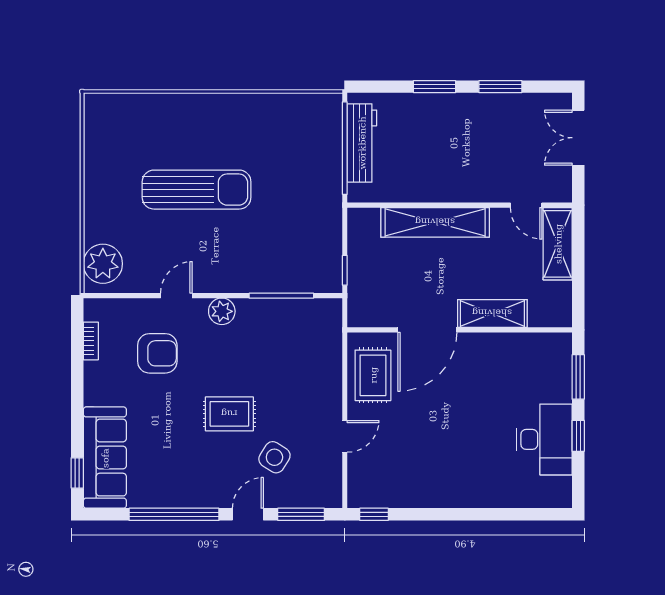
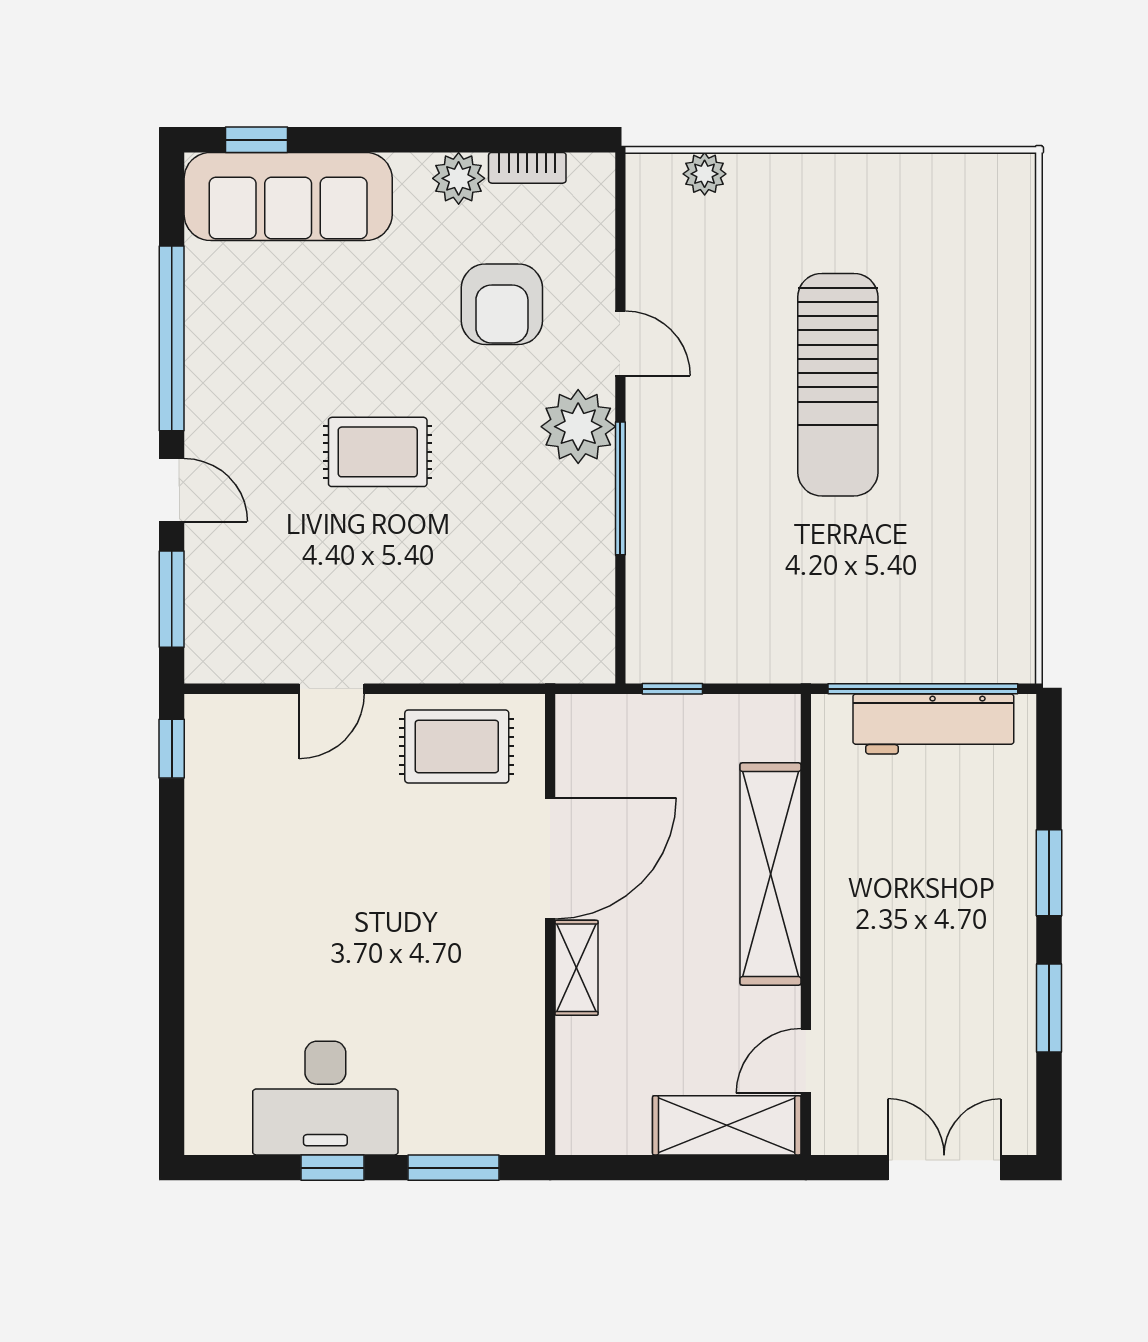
plant: (103, 264) -> (705, 174), width x0.53, depth x0.53
window: (281, 296) -> (620, 488), moved
plant: (222, 311) -> (578, 427), width x1.36, depth x1.36
shelving: (492, 313) -> (577, 968), width x0.67, depth x0.75
door: (427, 330) -> (550, 858), swing flipped
plant: (96, 374) -> (459, 178), added
rug: (229, 414) -> (378, 452), turned 90
door: (345, 436) -> (332, 689), hinge flipped
side table: (274, 457) -> (289, 544), removed

